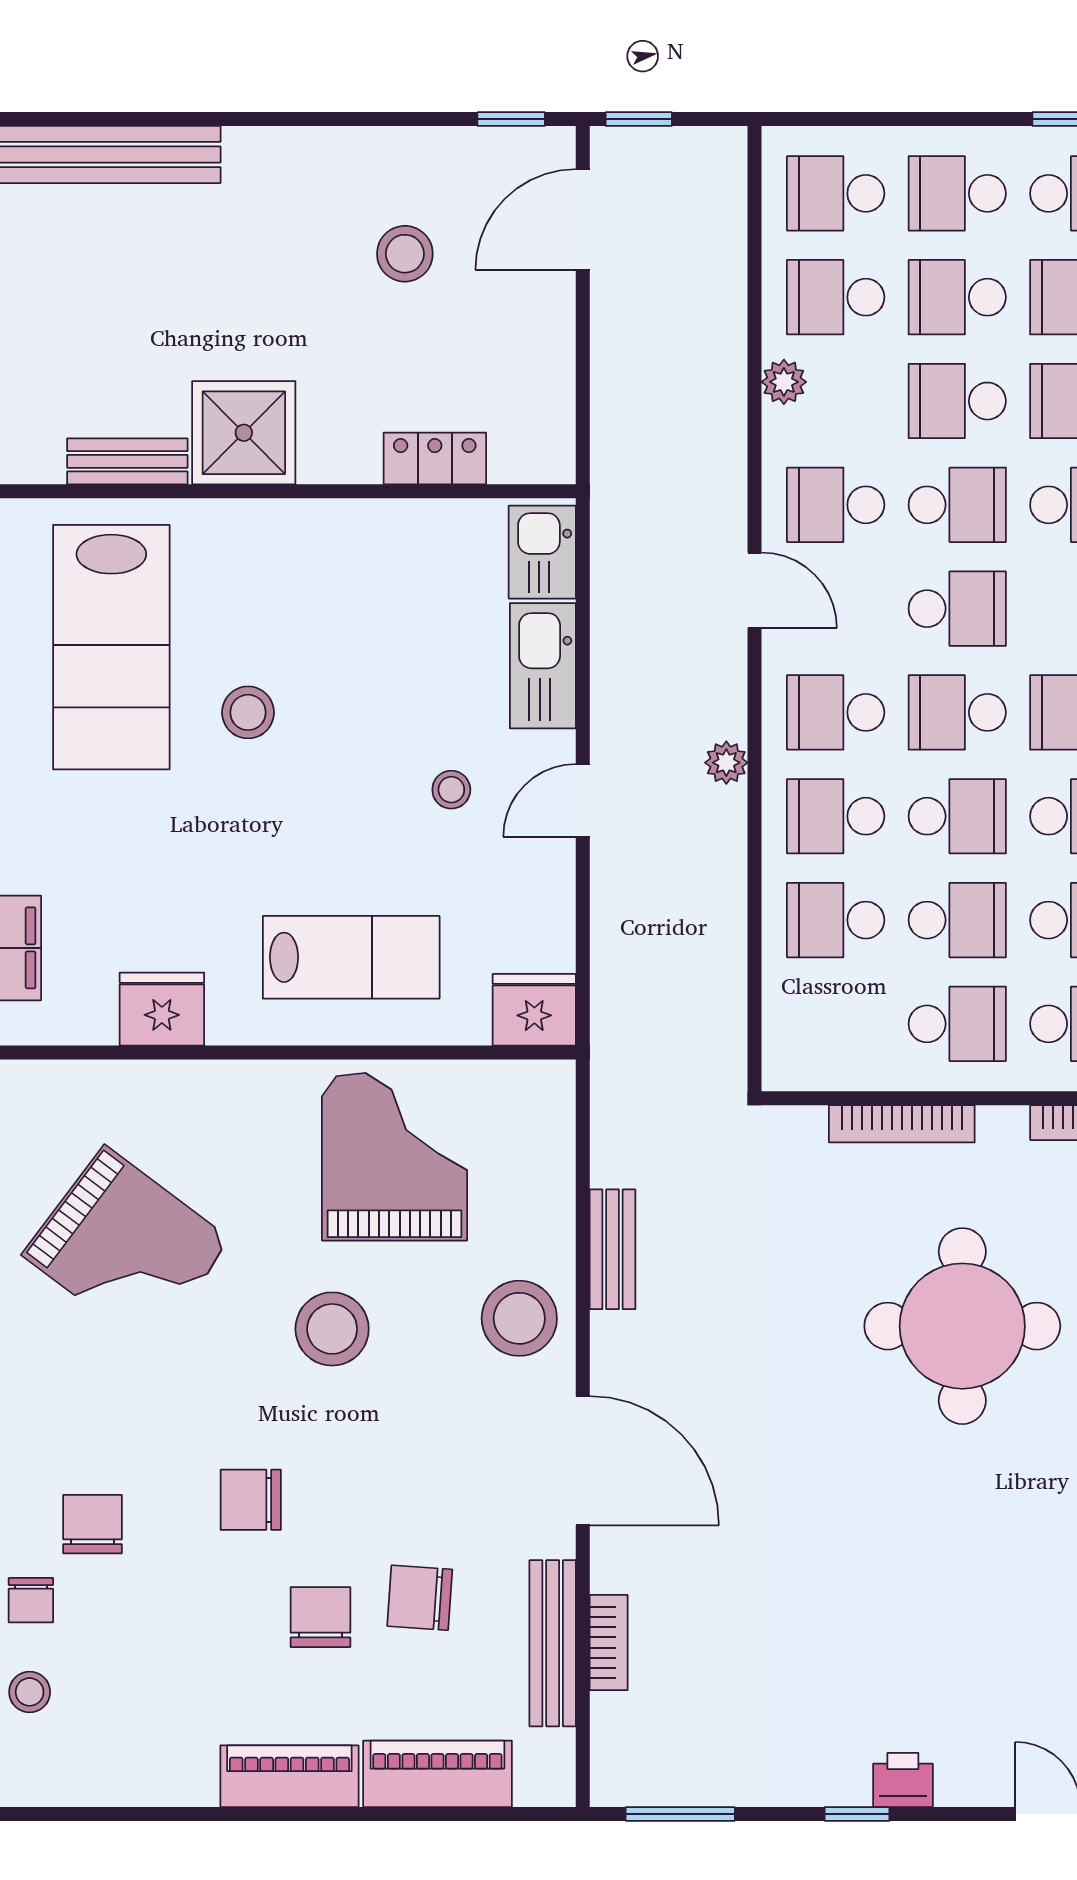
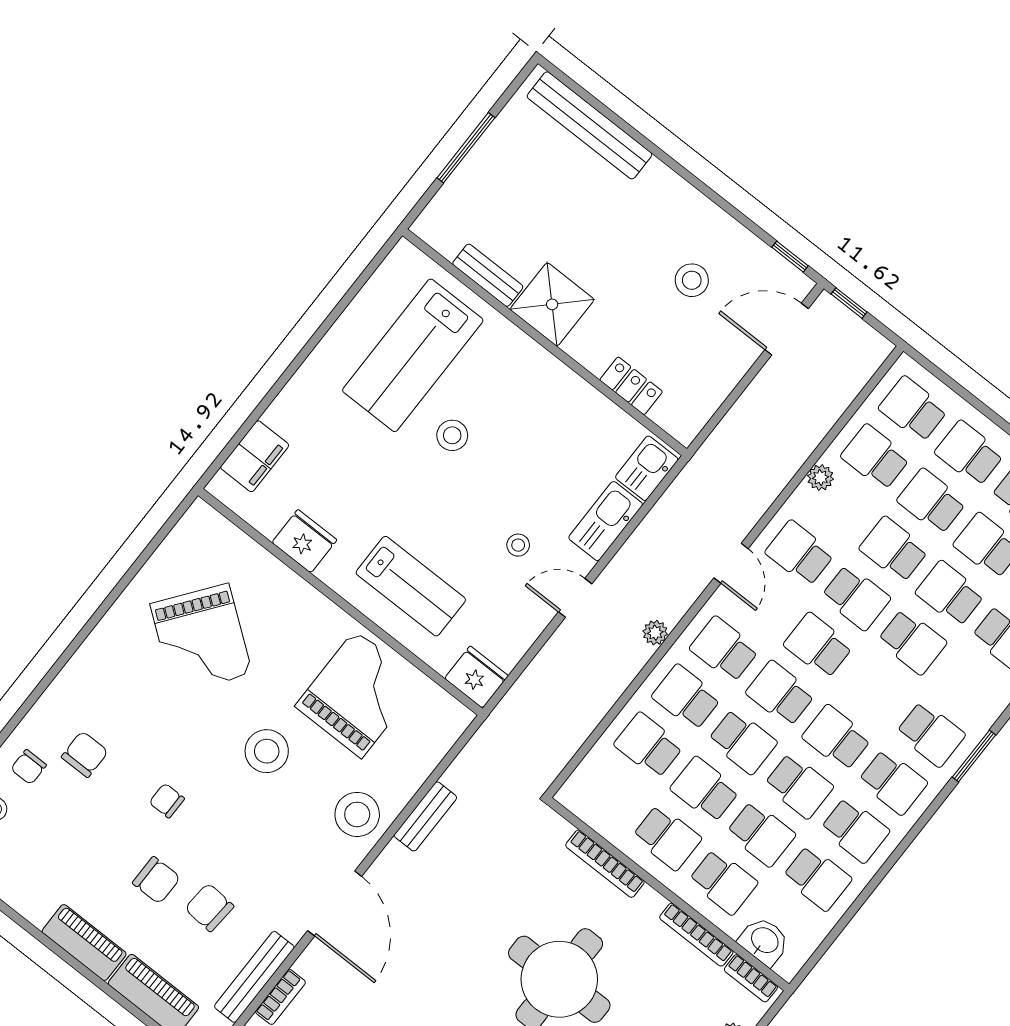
school desk: (957, 609) -> (818, 645), turned 180
school desk: (957, 920) -> (705, 790), turned 180
chair: (251, 1500) -> (167, 801), width x0.73, depth x0.73
chair: (321, 1617) -> (156, 880), turned 90

